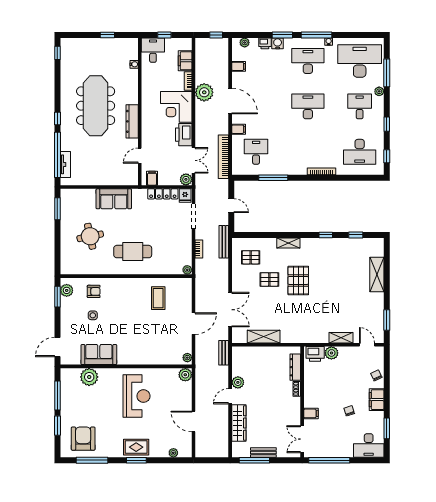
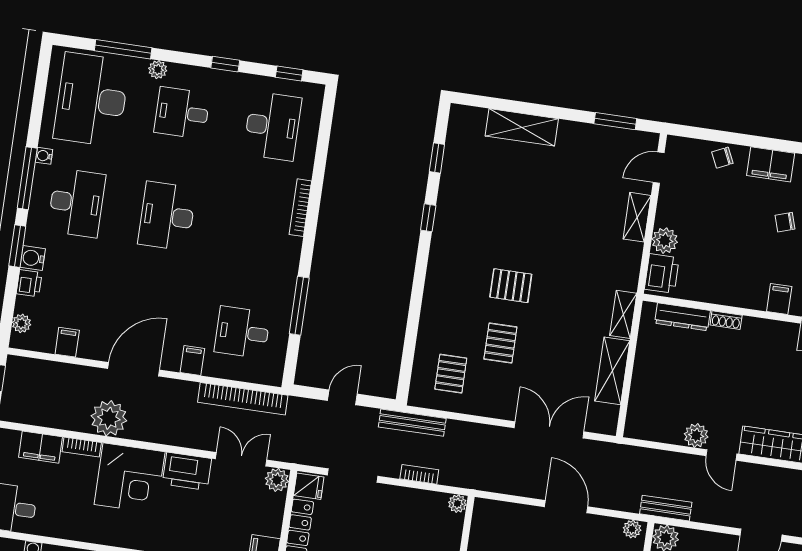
desk: (308, 61) -> (77, 203), turned 180
shelving: (288, 243) -> (623, 314), moved
pallet: (298, 280) -> (511, 286), width x0.67, depth x0.71
bench: (224, 353) -> (666, 508), moved

